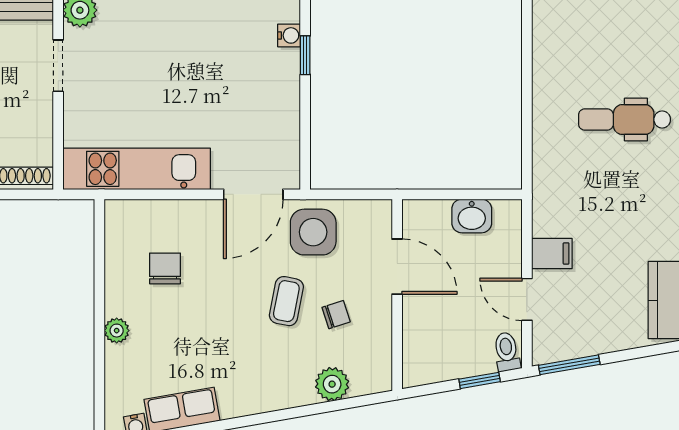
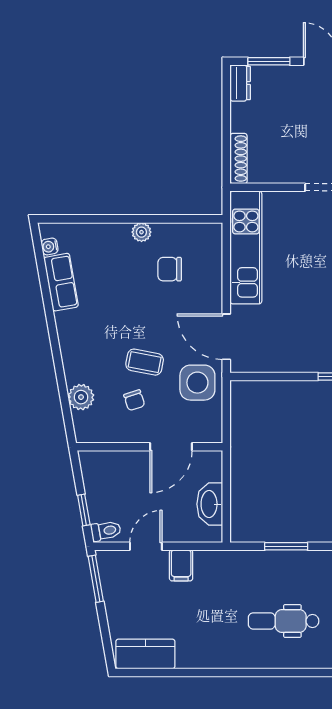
window: (527, 116) -> (286, 546), added
dental chair: (624, 120) -> (284, 621), turned -90
washbasin: (472, 216) -> (210, 504), width x1.38
chair: (165, 268) -> (170, 269), turned 180
plant: (117, 331) -> (141, 232), moved

